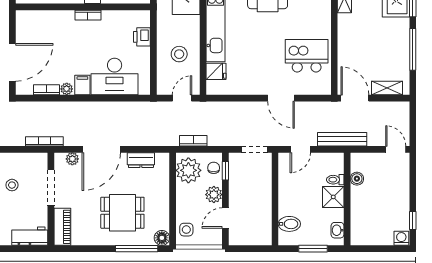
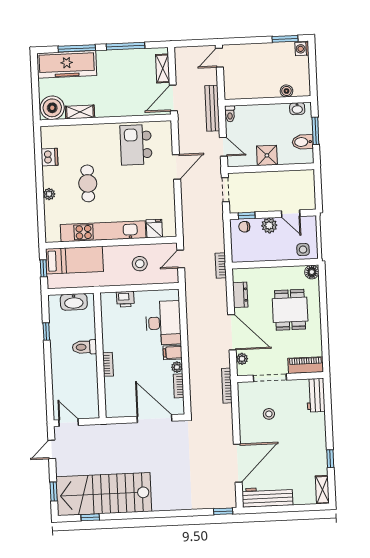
bookcase: (88, 15) -> (108, 364), moved
door: (182, 98) -> (181, 259), hinge flipped
bookcase: (193, 141) -> (221, 266), moved
plant: (188, 170) -> (248, 250), removed
boiler: (357, 179) -> (286, 91), moved
toilet: (335, 180) -> (230, 114), moved
shower: (333, 197) -> (267, 155), moved
window: (413, 221) -> (285, 39), width x1.50
bidet: (289, 224) -> (303, 142), moved, turned -90
window: (137, 249) -> (323, 295), removed

